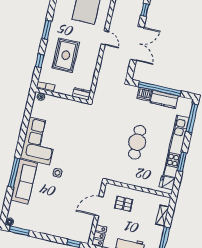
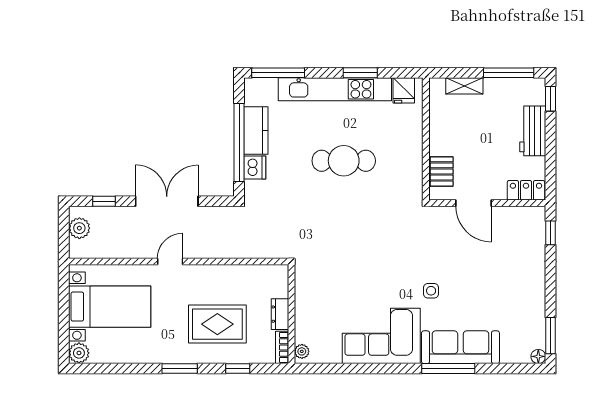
dresser: (82, 94) -> (280, 314), moved
pallet: (124, 204) -> (442, 171), moved

